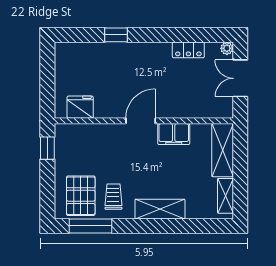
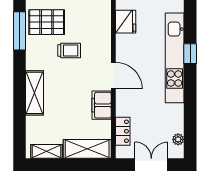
plant: (227, 48) -> (178, 139), moved
locker: (188, 50) -> (123, 131), moved, turned 180
kitchen unit: (121, 52) -> (175, 58), added
trolley: (113, 197) -> (69, 51), moved

